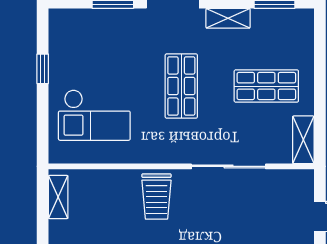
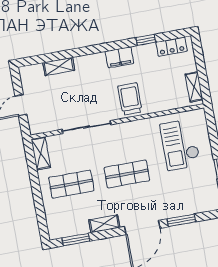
shop shelf: (181, 86) -> (127, 174), turned 90
checkout: (94, 115) -> (180, 145), turned -90

